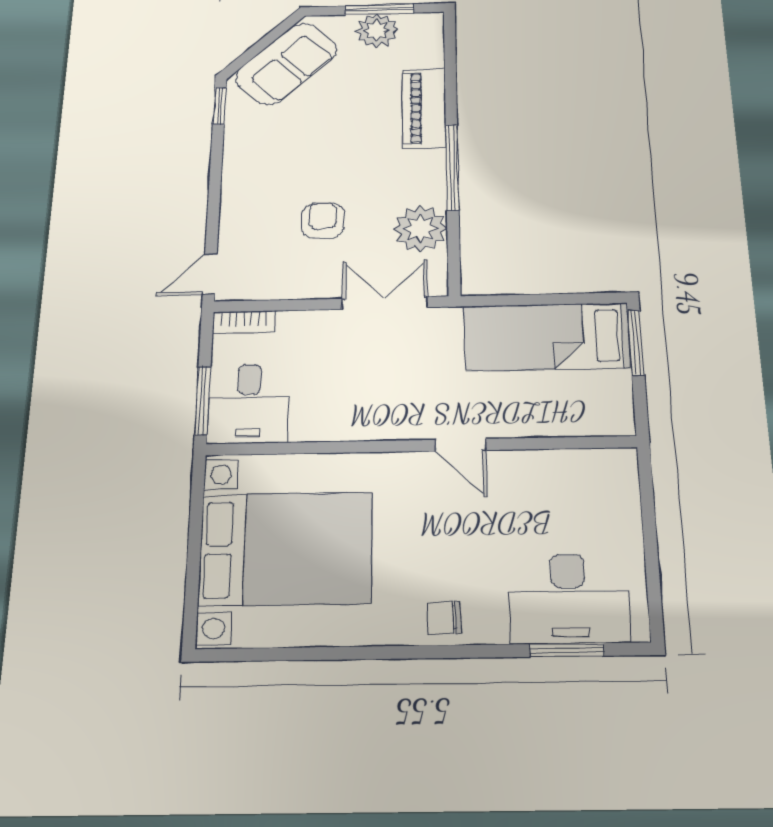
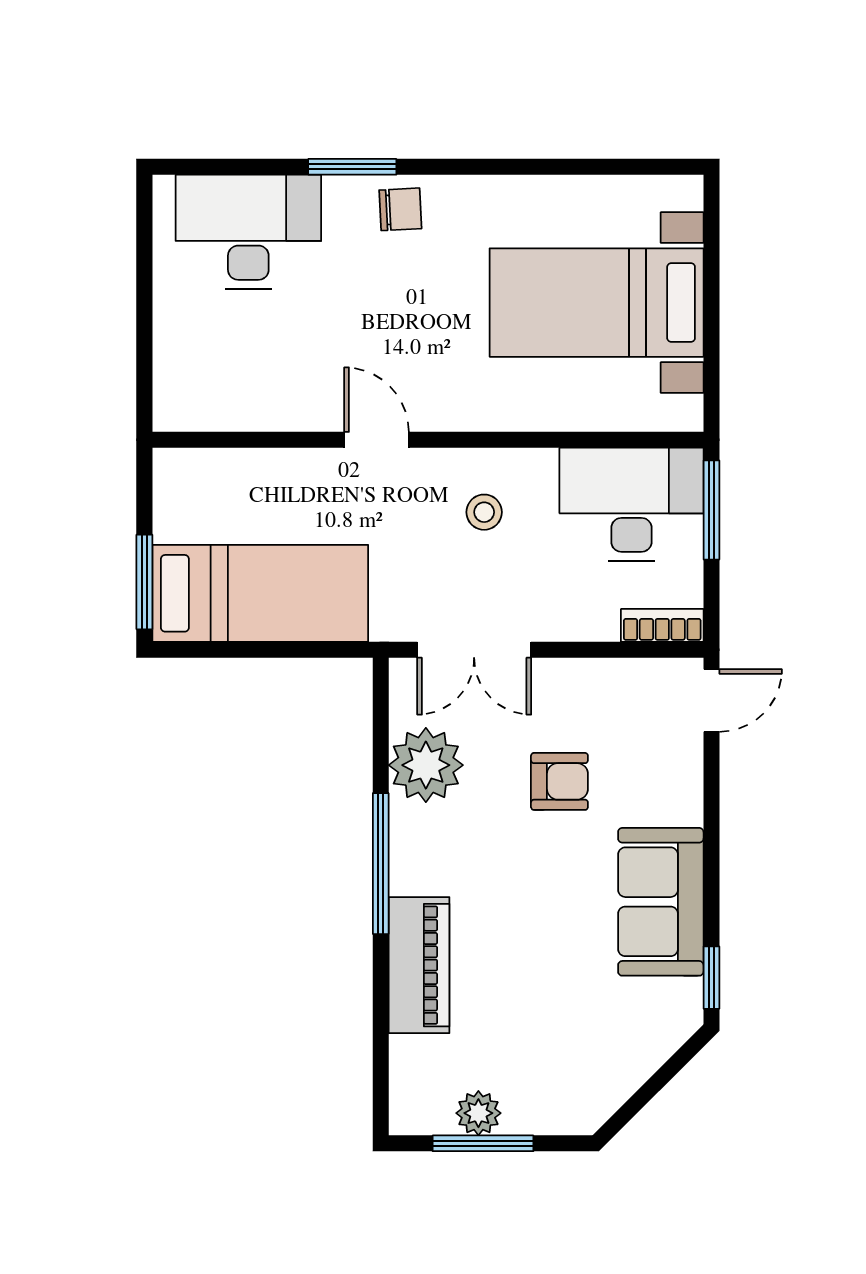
plant: (377, 30) -> (478, 1113), width x0.73, depth x0.73
sofa: (286, 64) -> (661, 902), moved, turned -45
armchair: (323, 221) -> (559, 781), turned -90
stool: (377, 396) -> (484, 512), added
desk: (249, 404) -> (631, 504), width x1.37
bed with nightstands: (286, 549) -> (597, 303), width x0.73
window: (567, 650) -> (352, 167), moved

